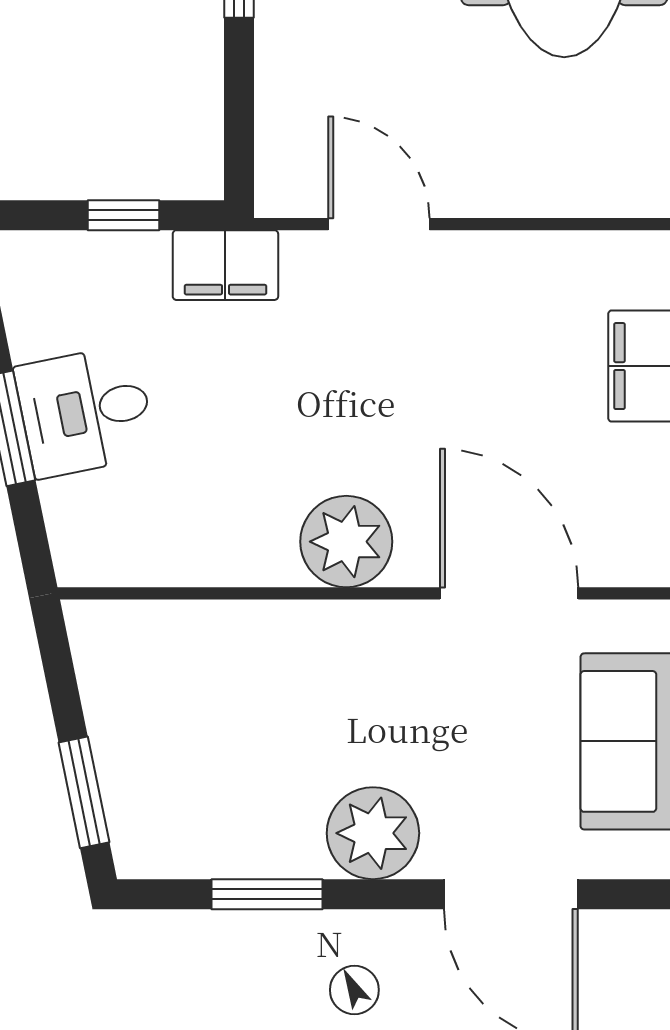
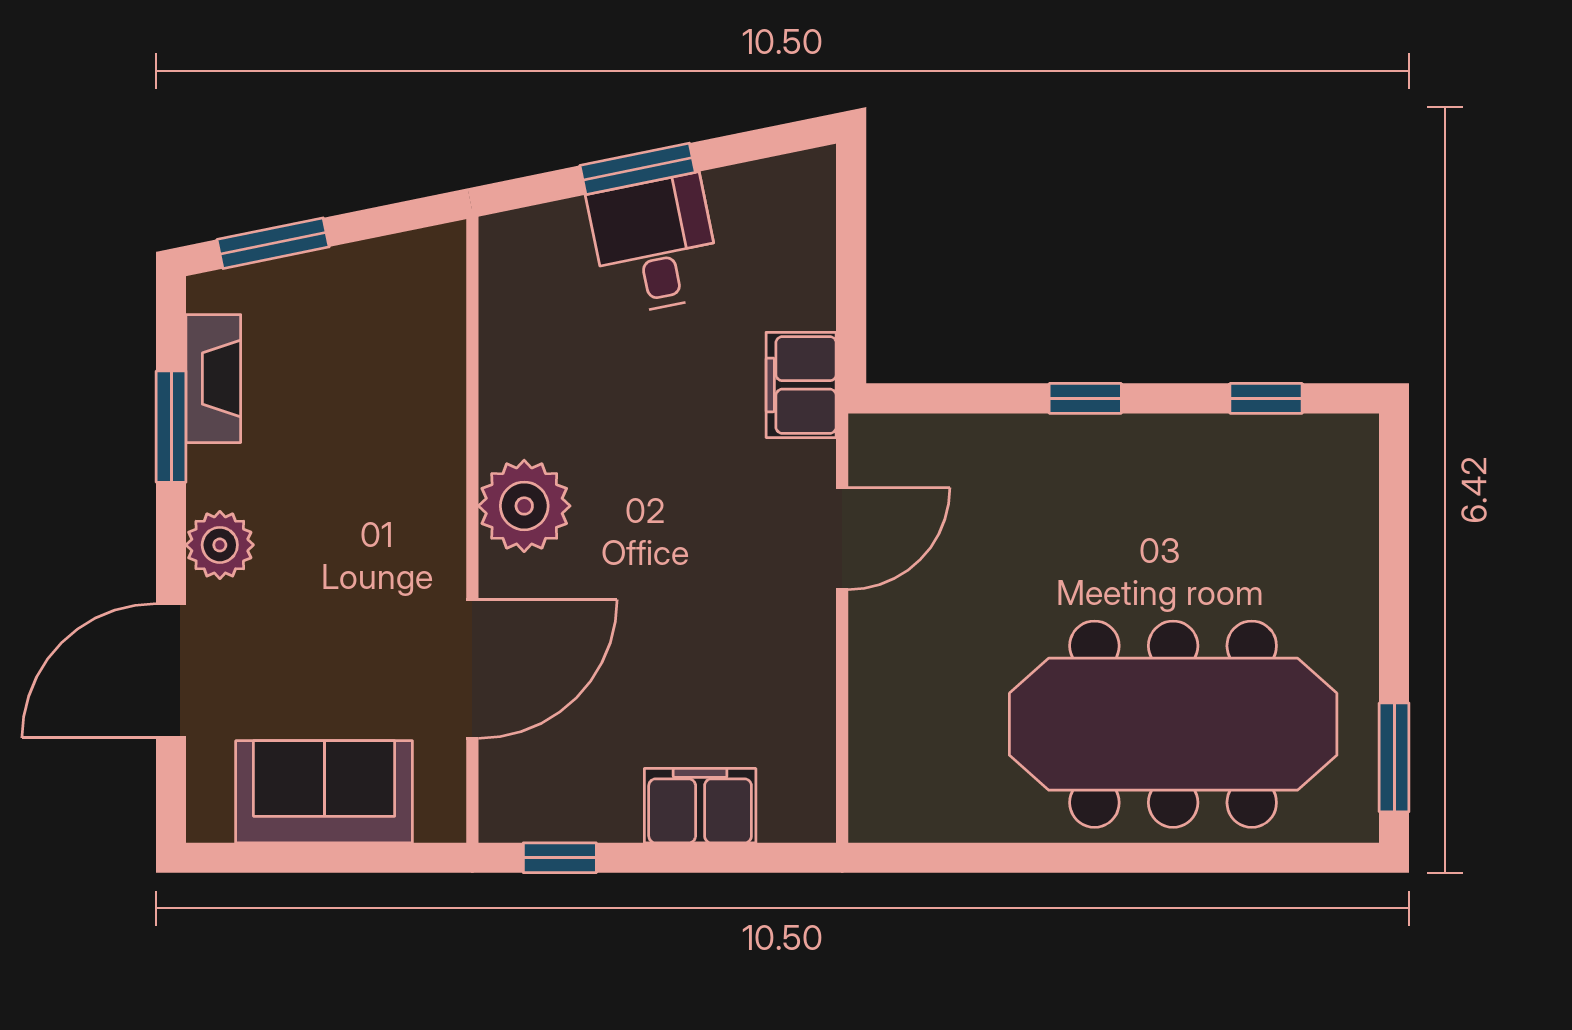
window: (123, 215) -> (851, 283), removed
plant: (373, 833) -> (220, 545), width x0.73, depth x0.73
fireplace: (219, 852) -> (213, 379), added

